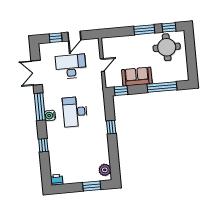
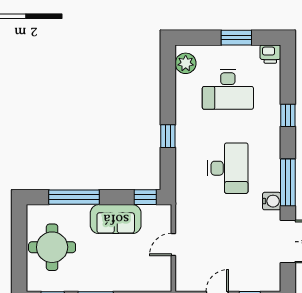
round table: (167, 47) -> (52, 247), moved
desk: (71, 66) -> (228, 89), moved
water cooler: (50, 115) -> (272, 201), moved
window: (92, 186) -> (236, 38), moved

